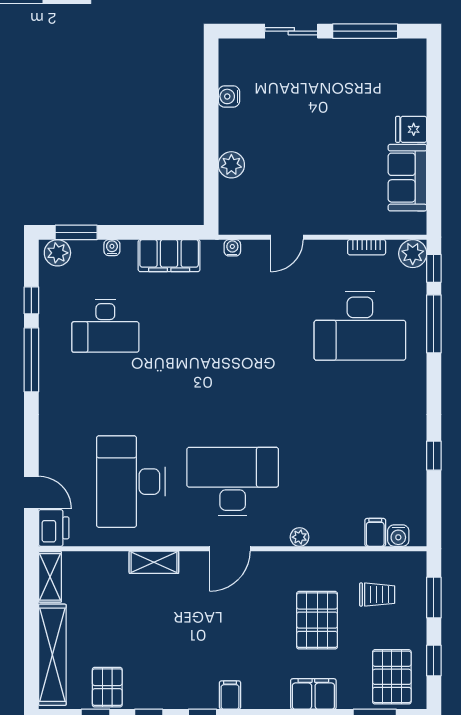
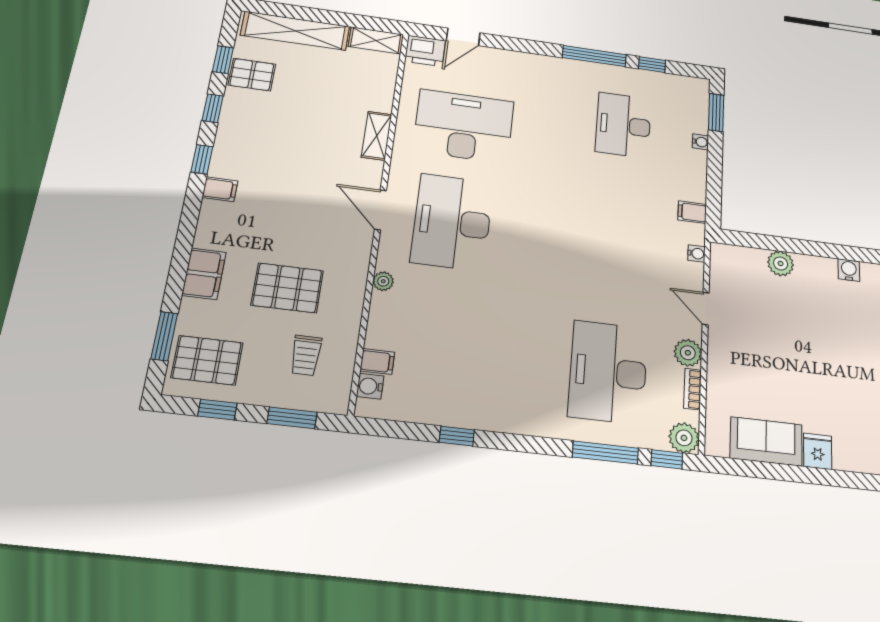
plant: (57, 253) -> (688, 353), moved
filing cabinet: (169, 256) -> (692, 212), width x0.33, depth x0.86
desk: (233, 482) -> (452, 222), turned 180

